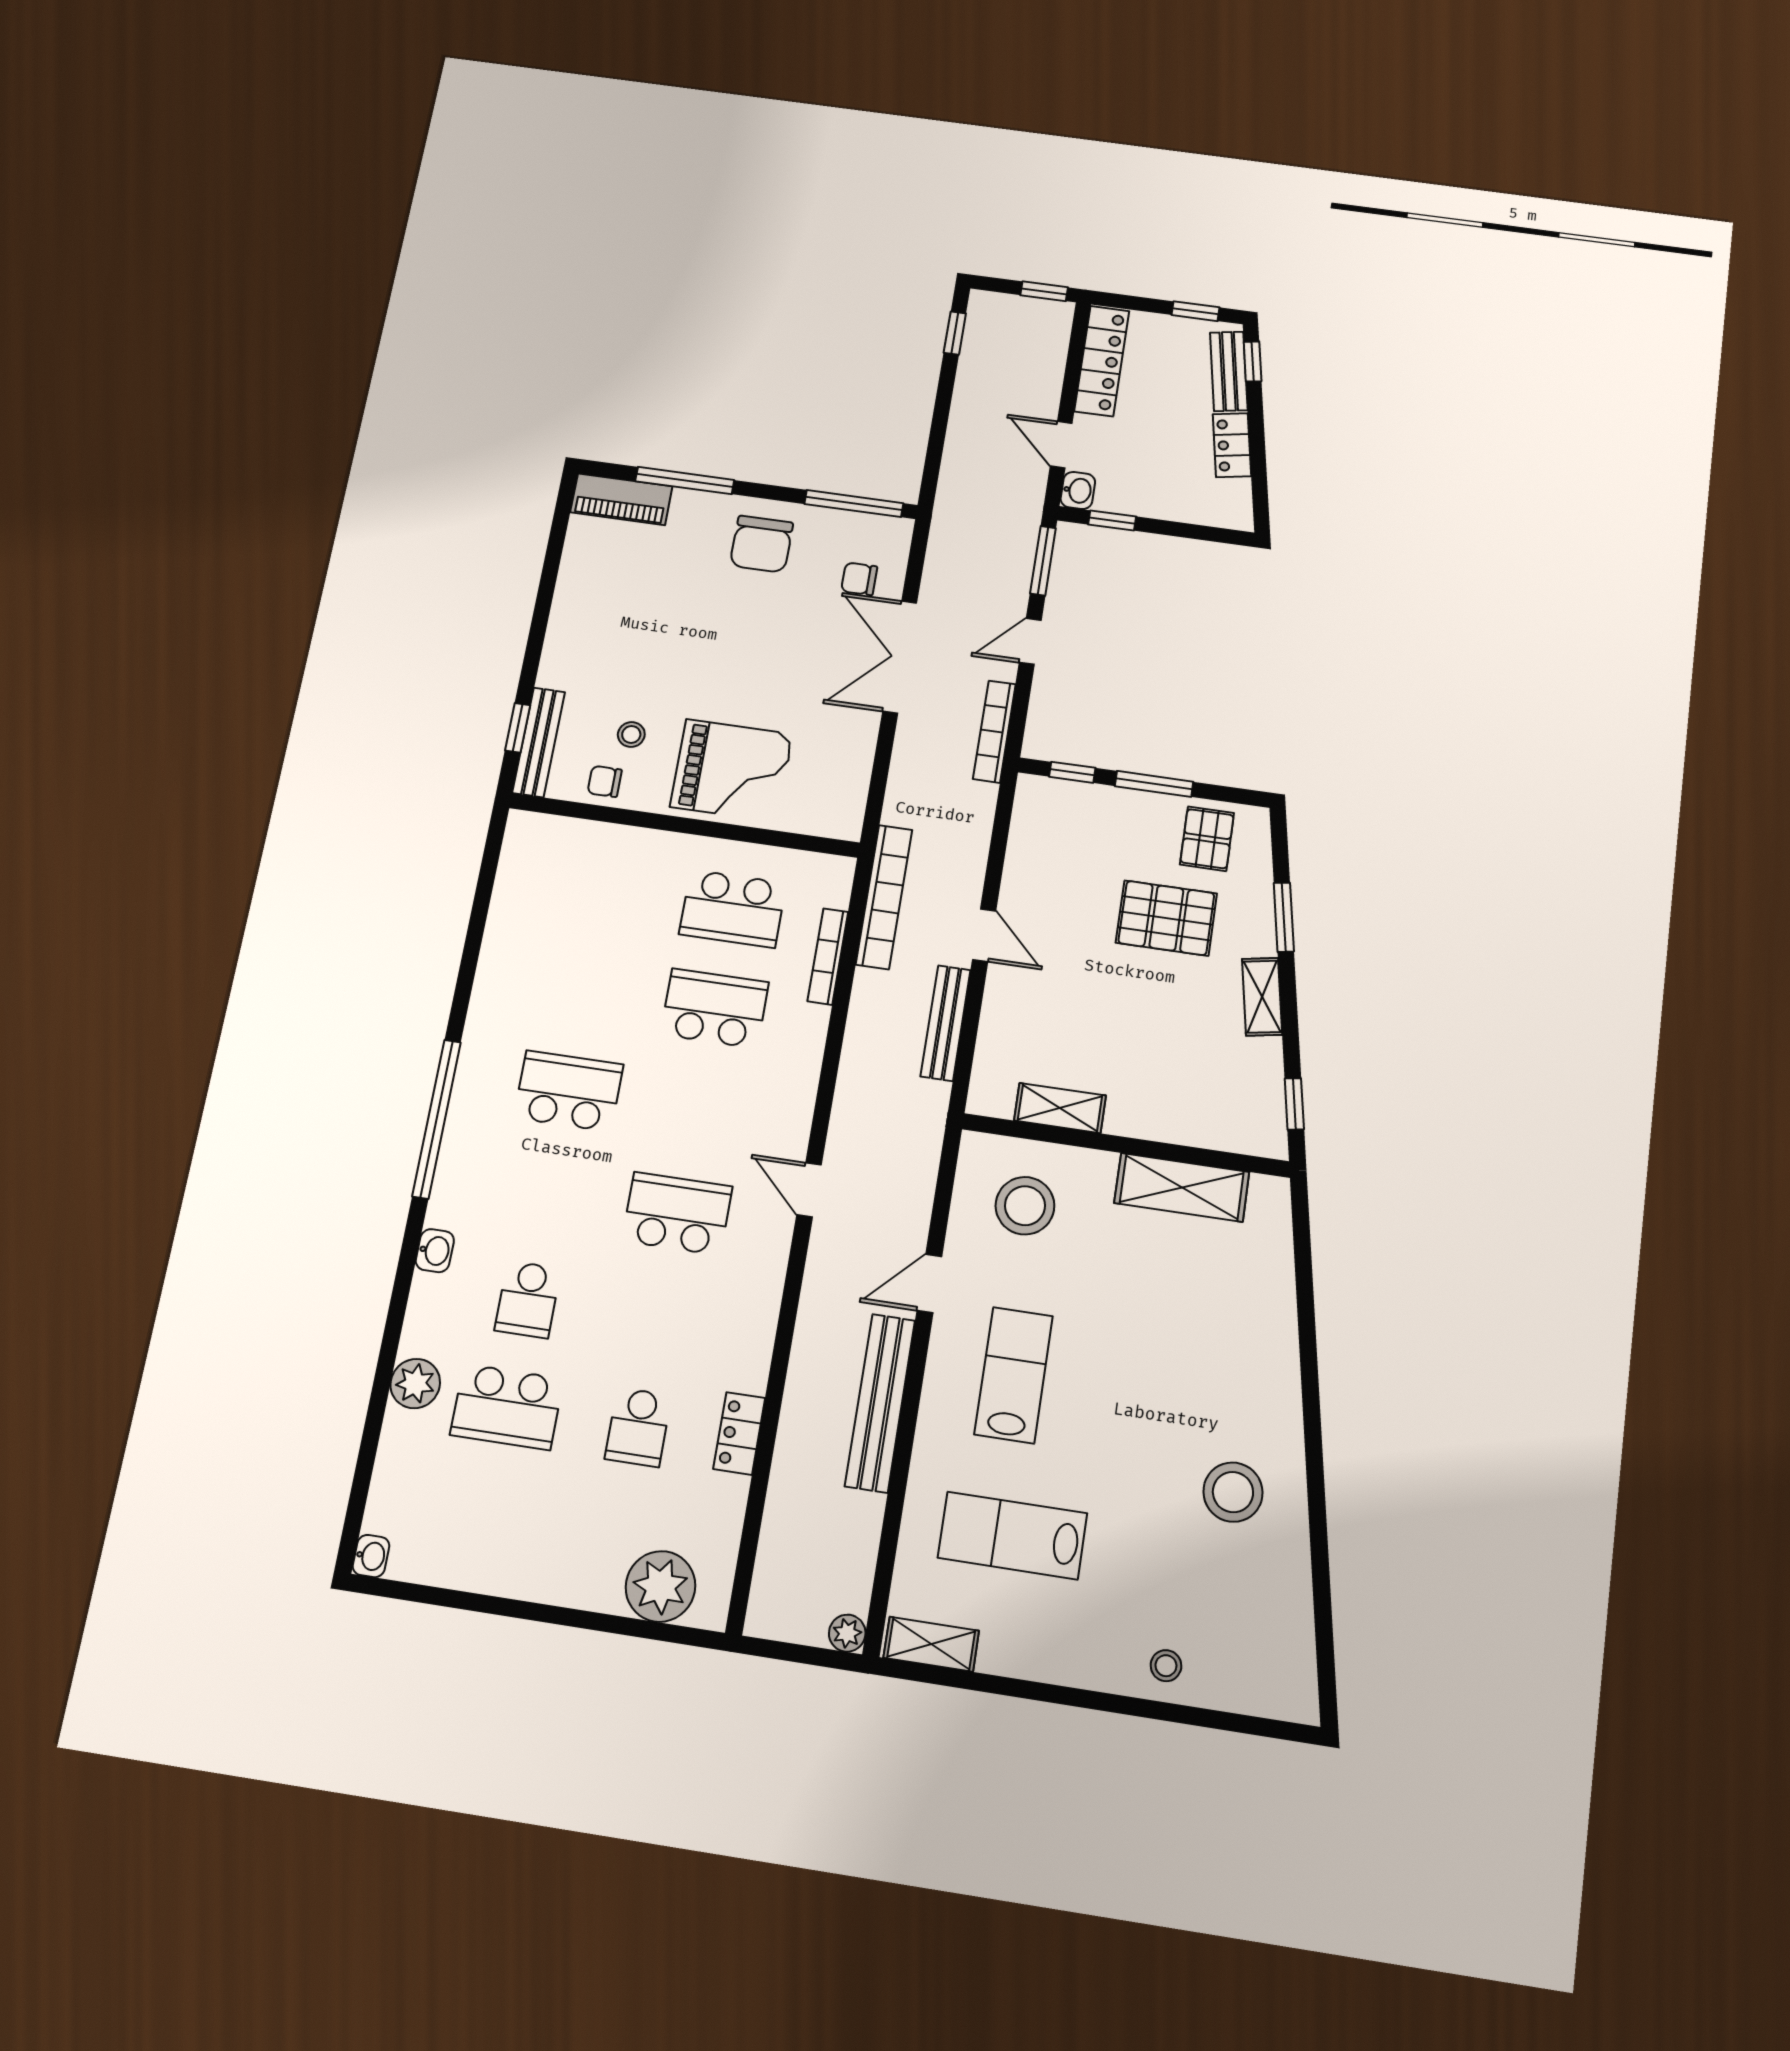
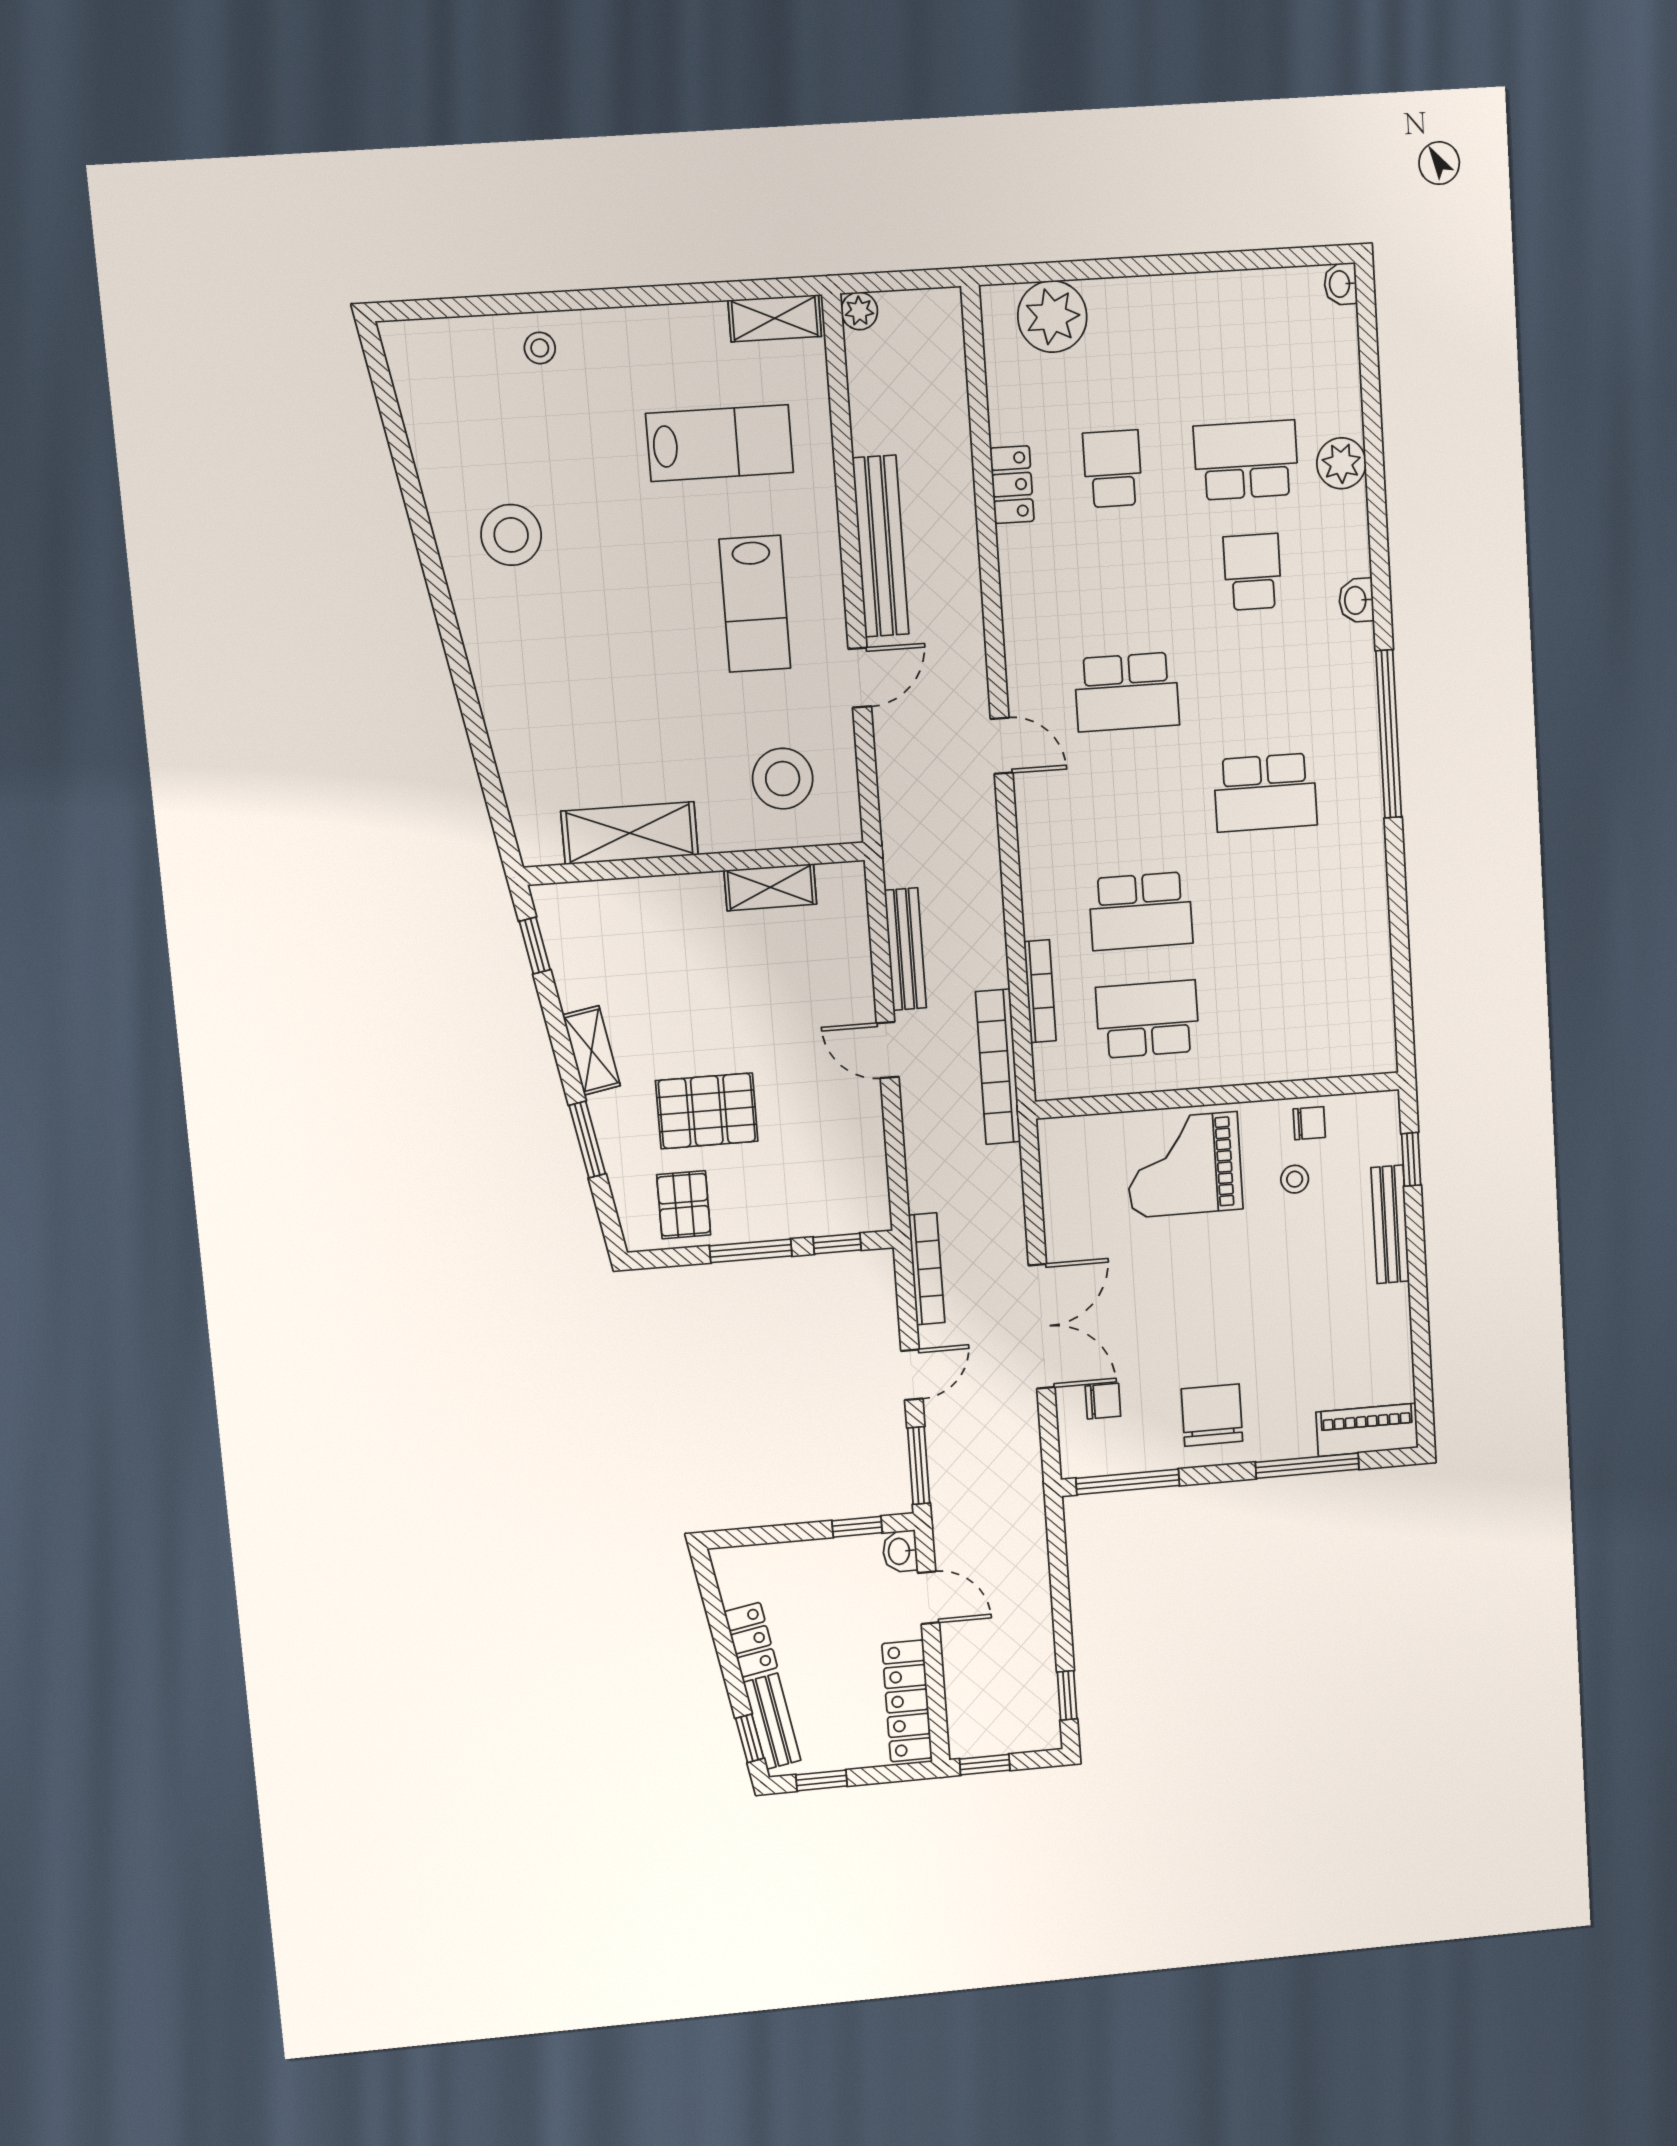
bench: (539, 742) -> (1390, 1224), moved

